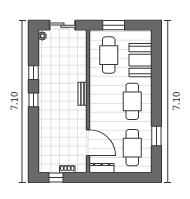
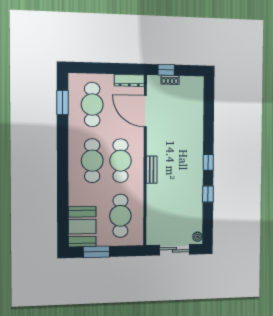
window: (114, 25) -> (96, 252), moved
booth: (140, 60) -> (82, 227), moved
cafe table: (109, 101) -> (121, 161), added
window: (156, 136) -> (63, 103), moved
window: (56, 178) -> (166, 70), moved

